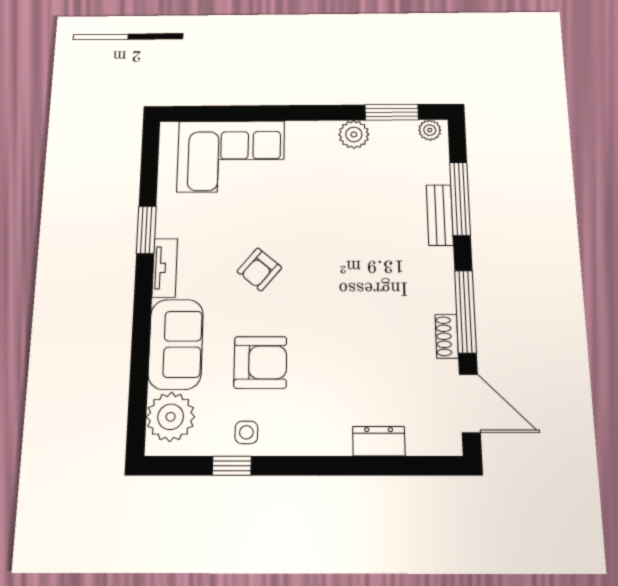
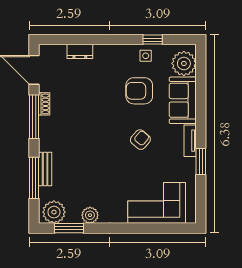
plant: (430, 130) -> (54, 212), width x1.87, depth x1.87

